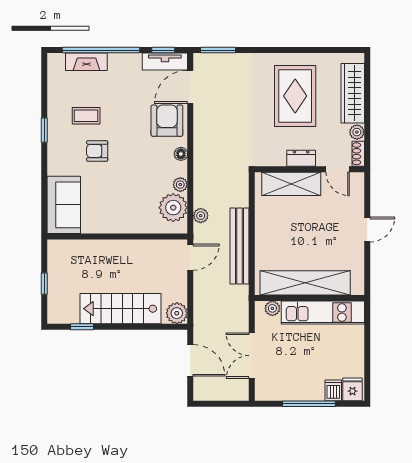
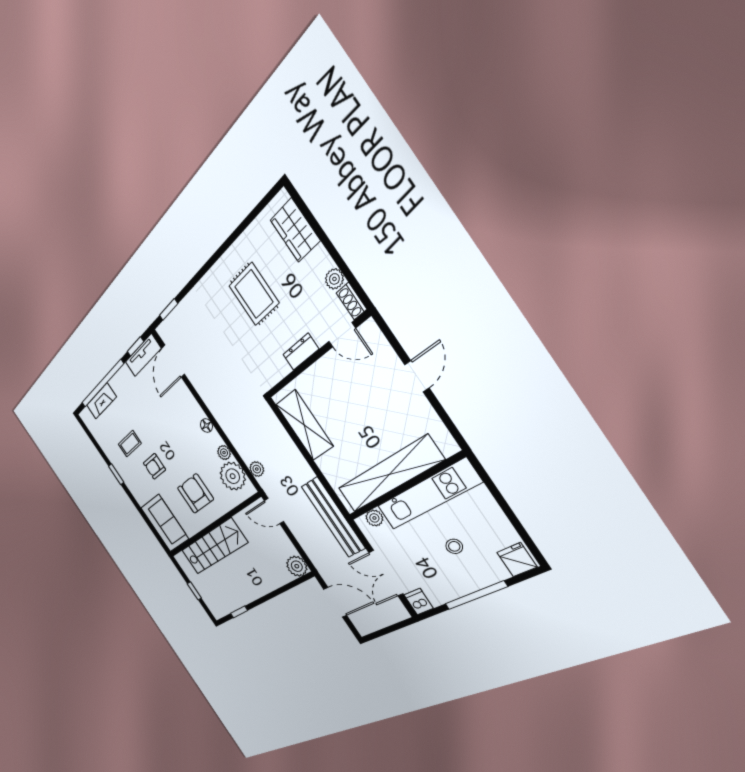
window: (218, 50) -> (169, 309), width x0.67
wardrobe: (353, 93) -> (295, 230), width x0.67
rug: (295, 96) -> (254, 294), width x0.73, depth x0.70
armchair: (167, 121) -> (195, 494), moved
shelving: (291, 184) -> (304, 425), moved, turned 90
bench: (239, 246) -> (333, 517), moved
door: (190, 257) -> (274, 511), swing flipped
stairs: (120, 309) -> (214, 547), moved, turned 180
stool: (317, 360) -> (454, 546), added
dishwasher: (333, 390) -> (419, 602), moved

